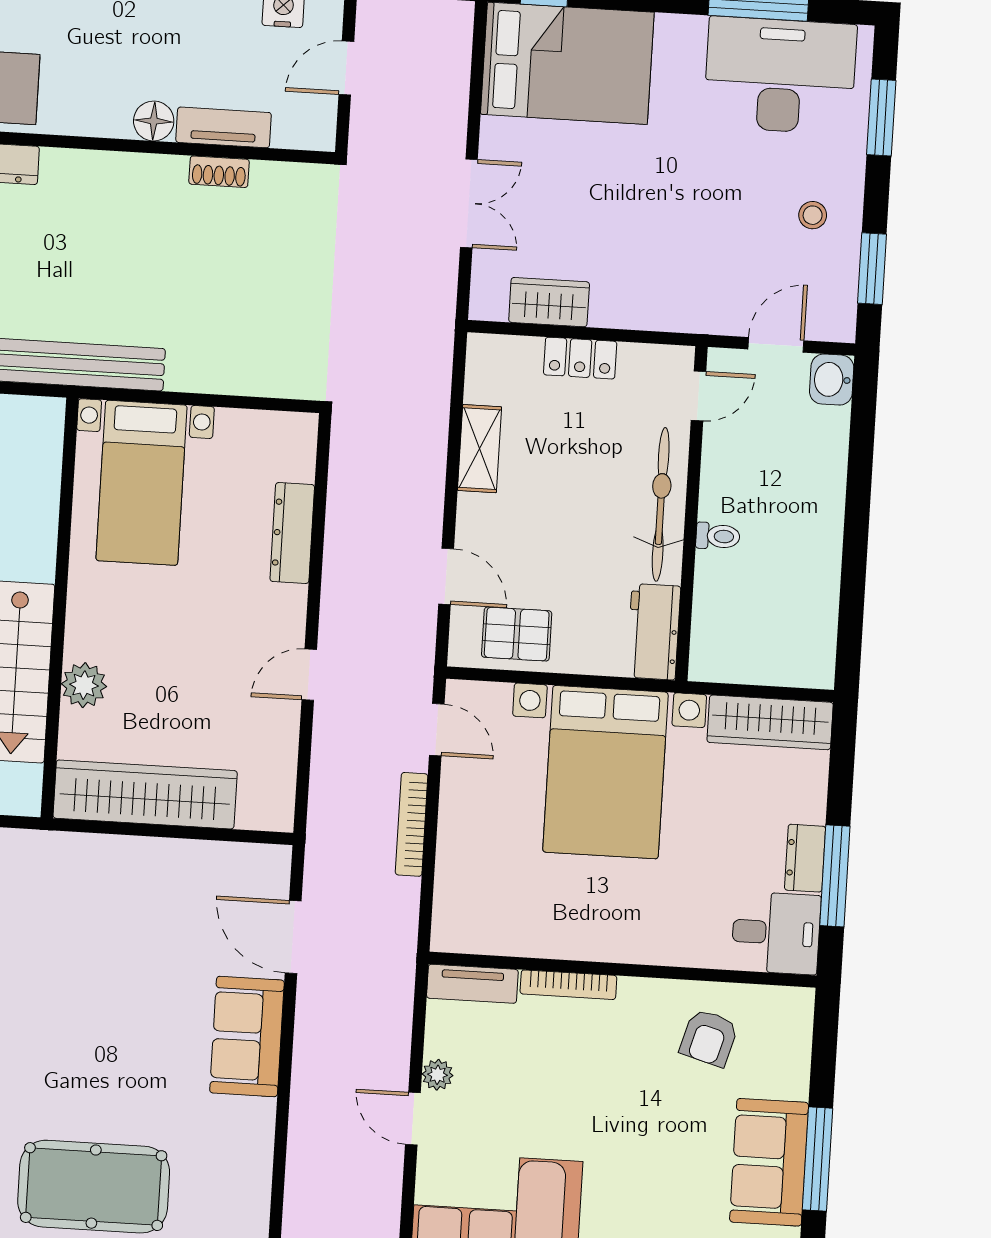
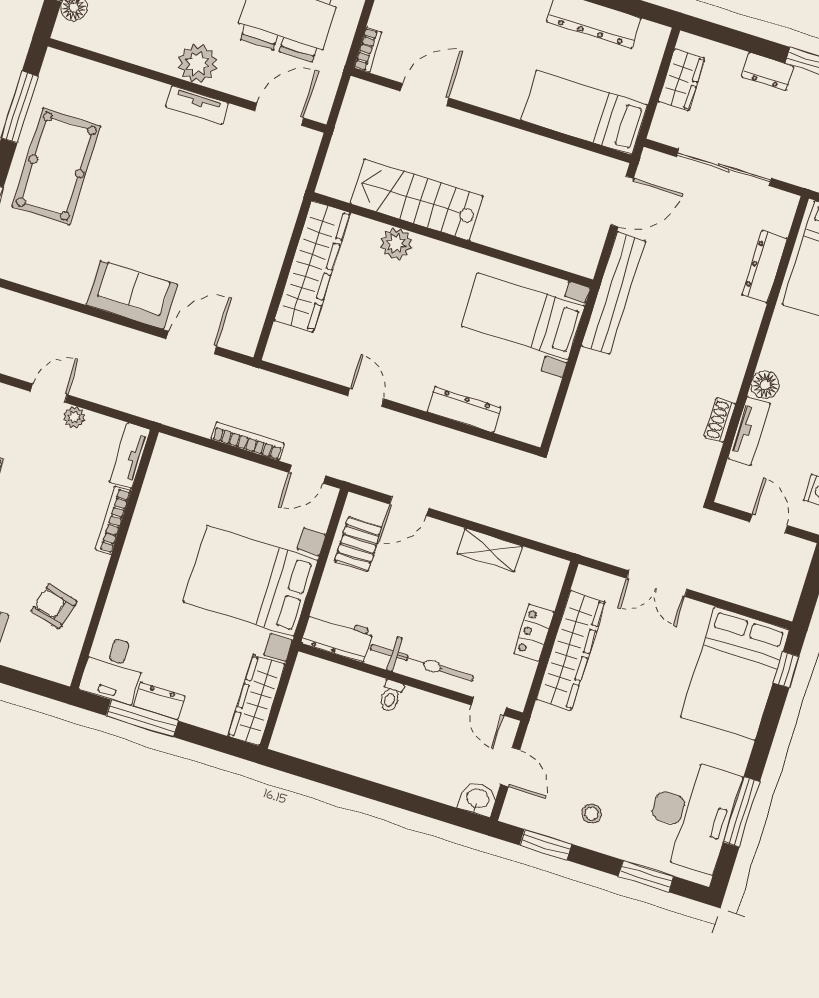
wardrobe: (549, 302) -> (571, 651), width x2.10, depth x1.17

